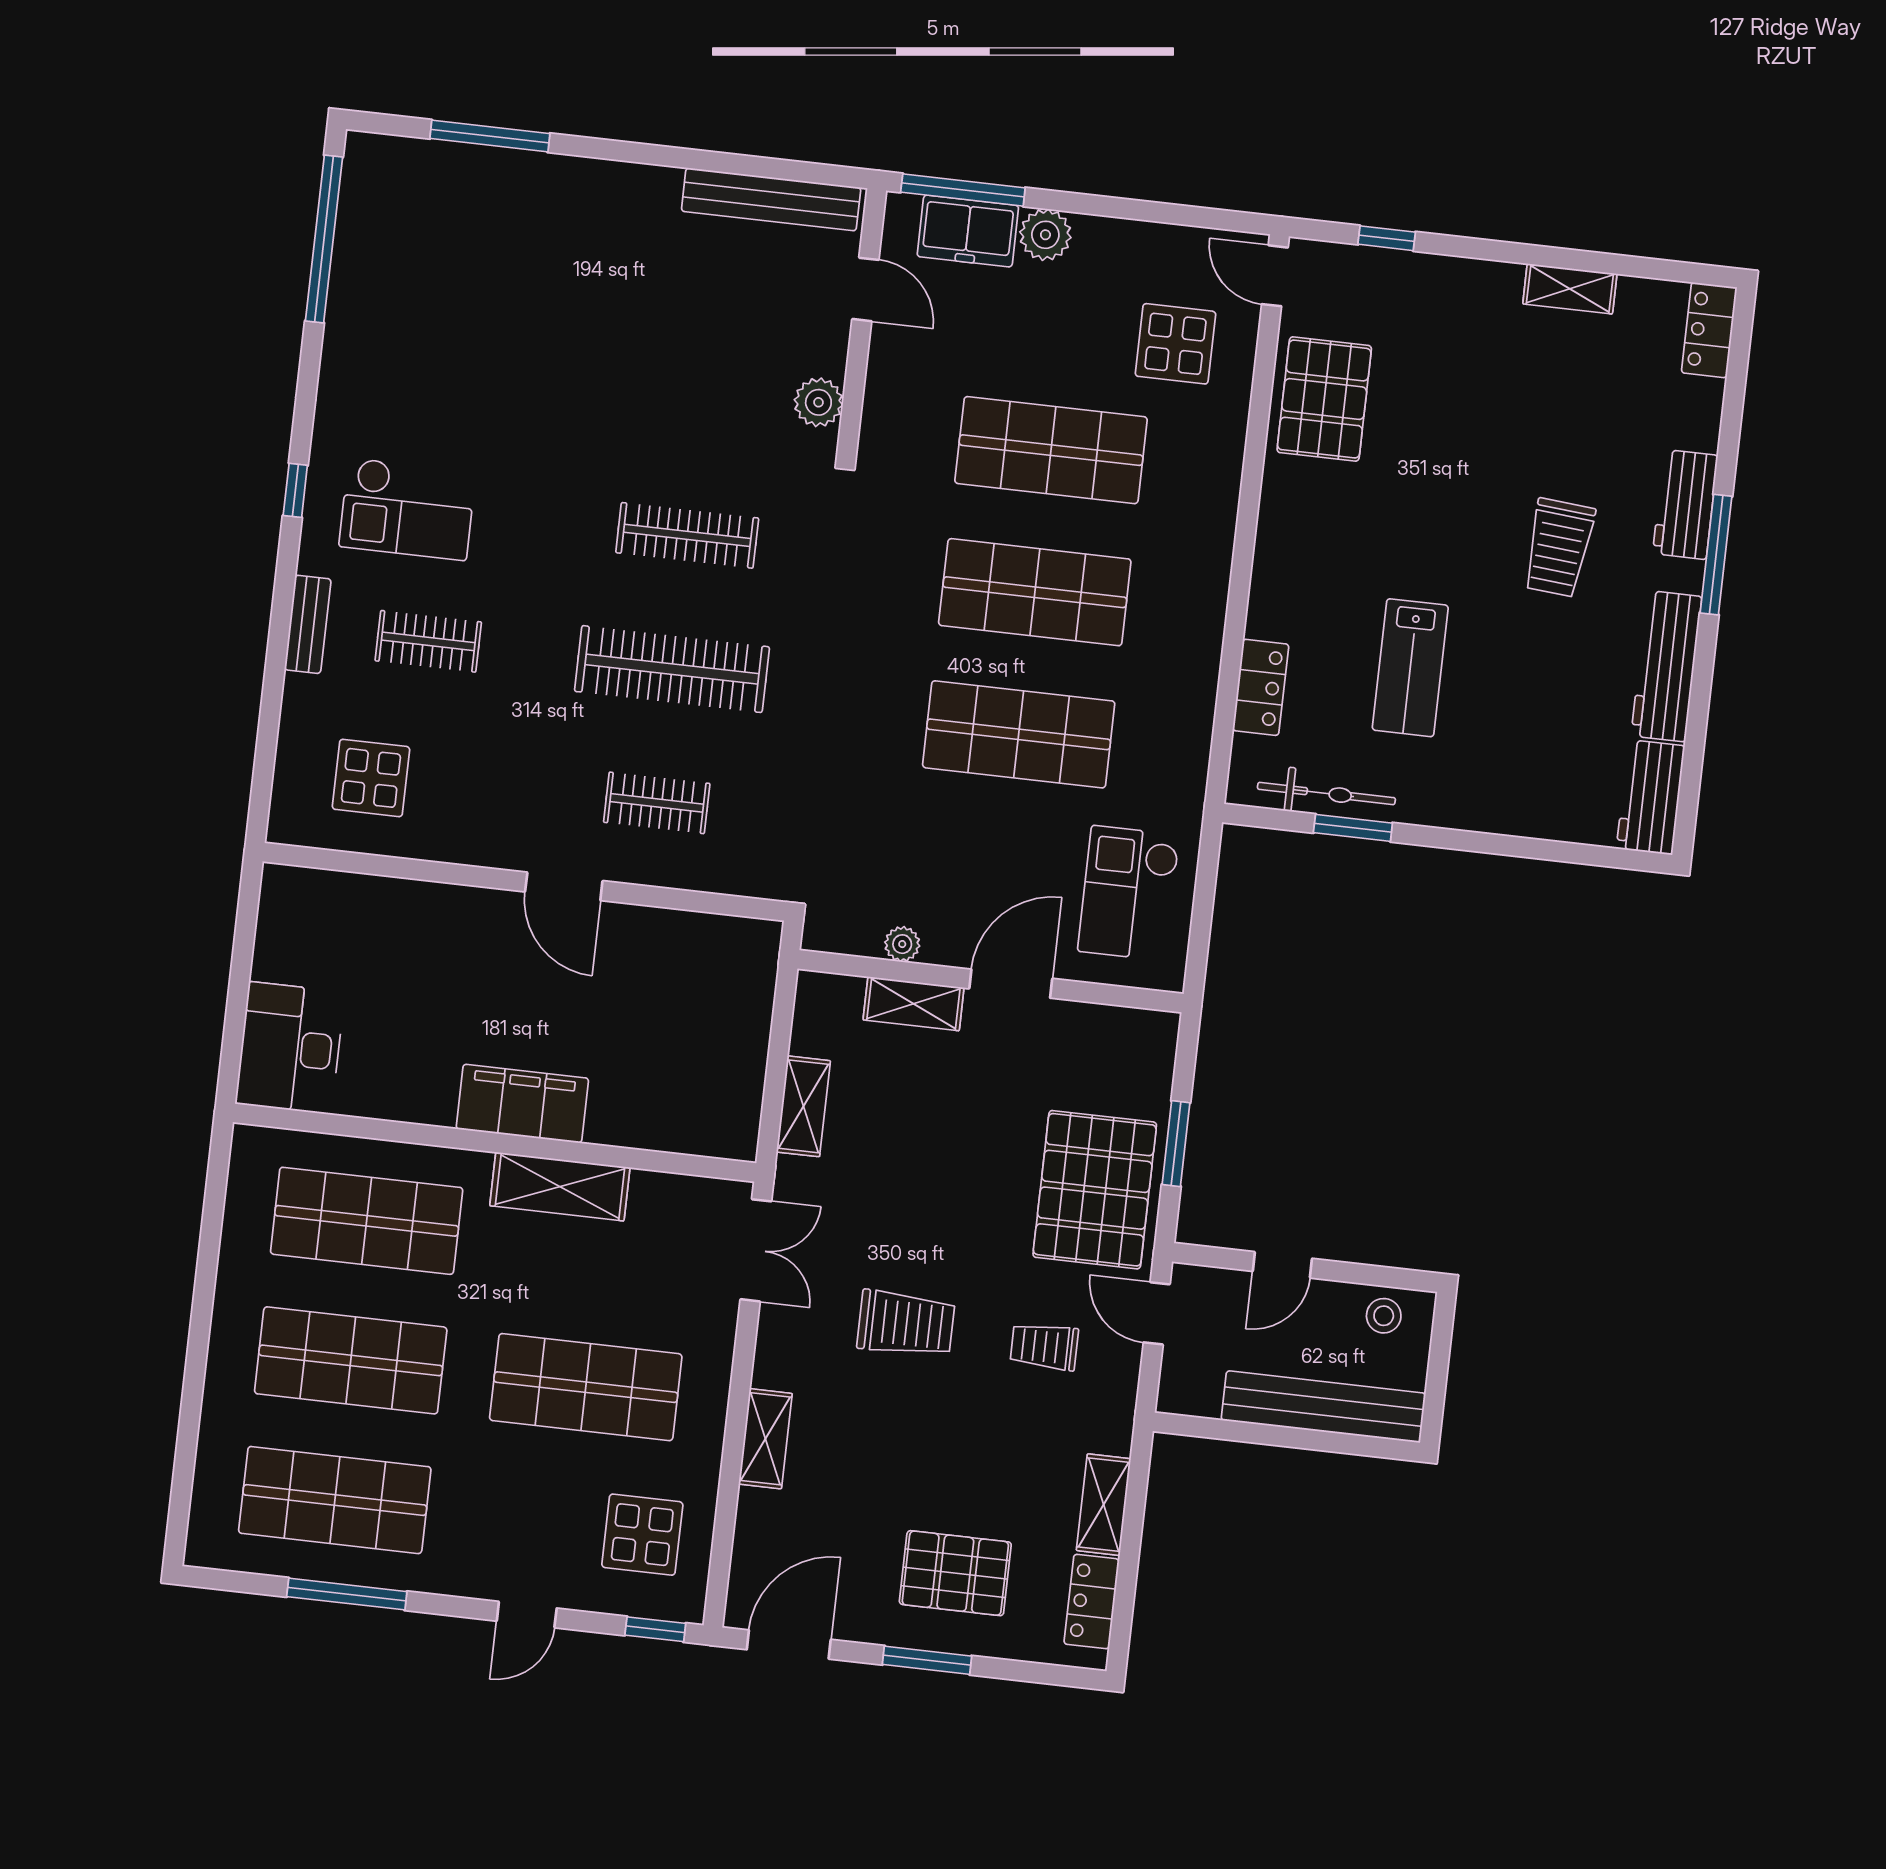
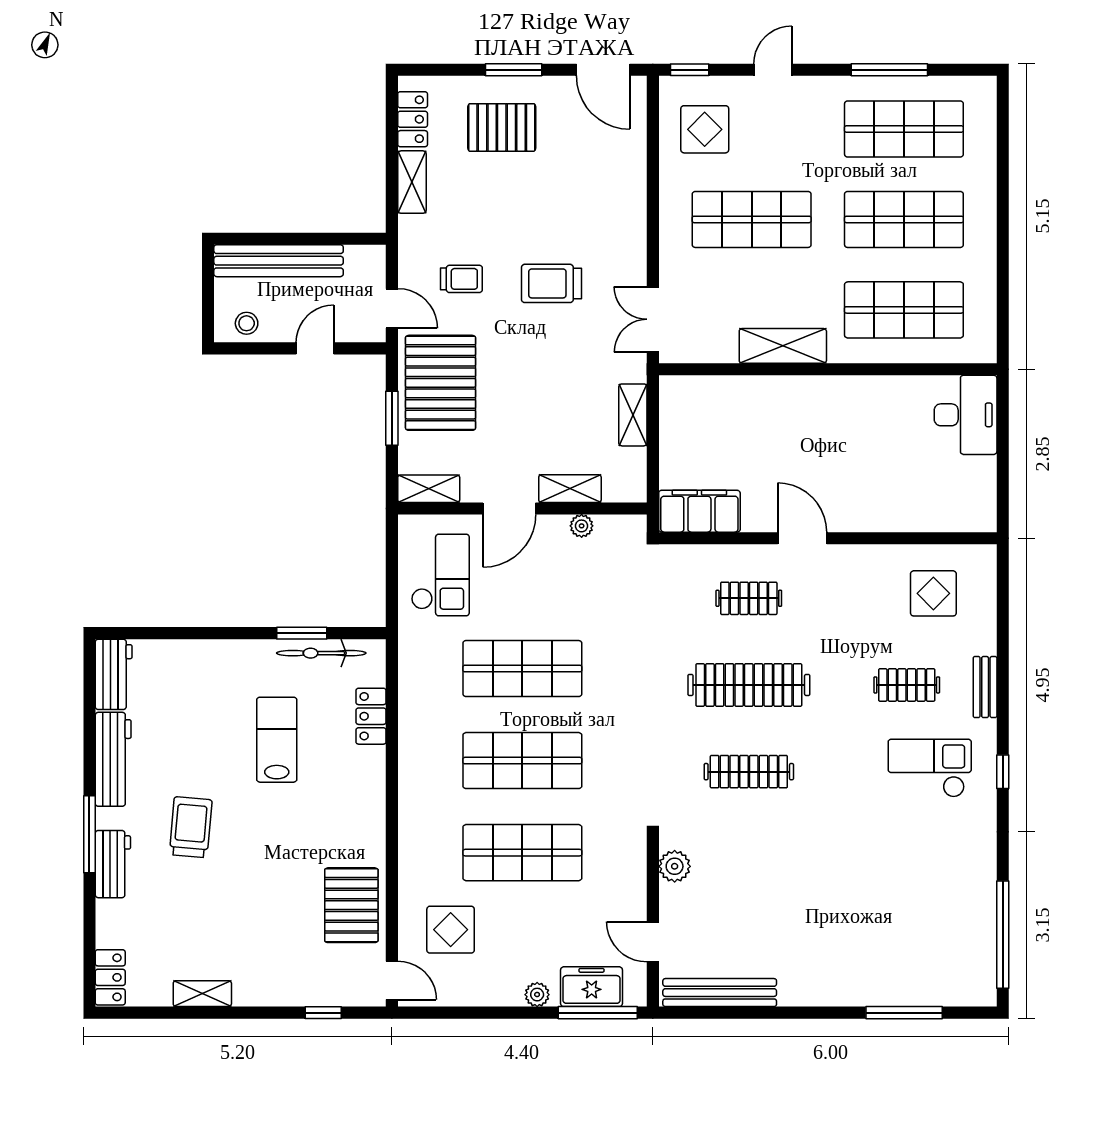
plant: (1045, 235) -> (537, 995), width x0.73, depth x0.73
filing cabinet: (522, 1104) -> (699, 511), moved, turned 180
shelving: (765, 1439) -> (429, 489), moved, turned 90
door: (789, 1644) -> (603, 70), hinge flipped

